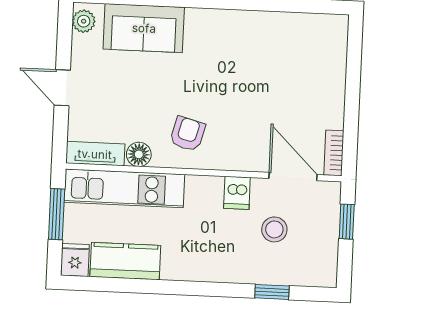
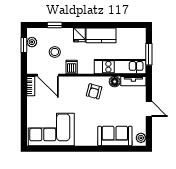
corner sofa: (291, 50) -> (51, 129), added
window: (347, 222) -> (24, 45), moved
plant: (327, 255) -> (32, 42), added
fridge: (75, 260) -> (79, 35), moved
kitchen counter: (125, 261) -> (101, 35), moved

